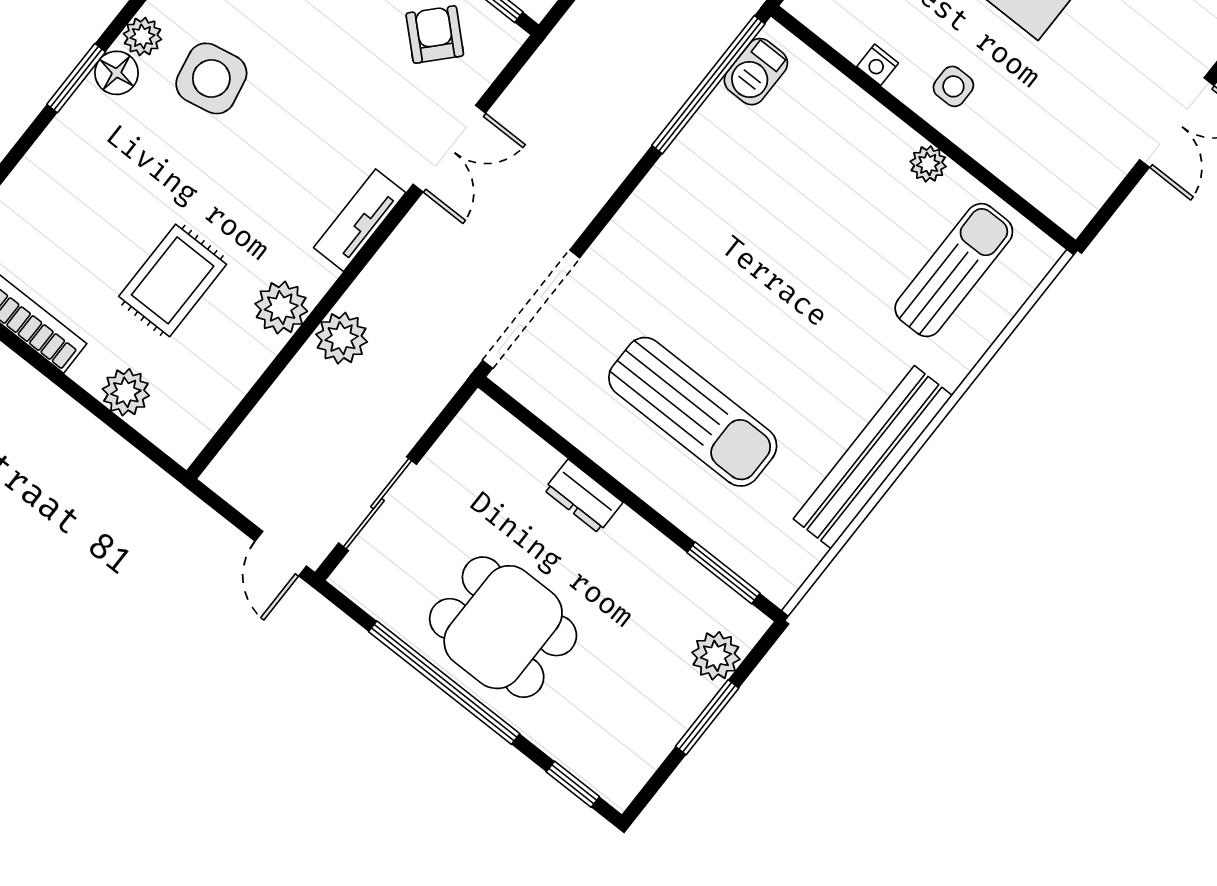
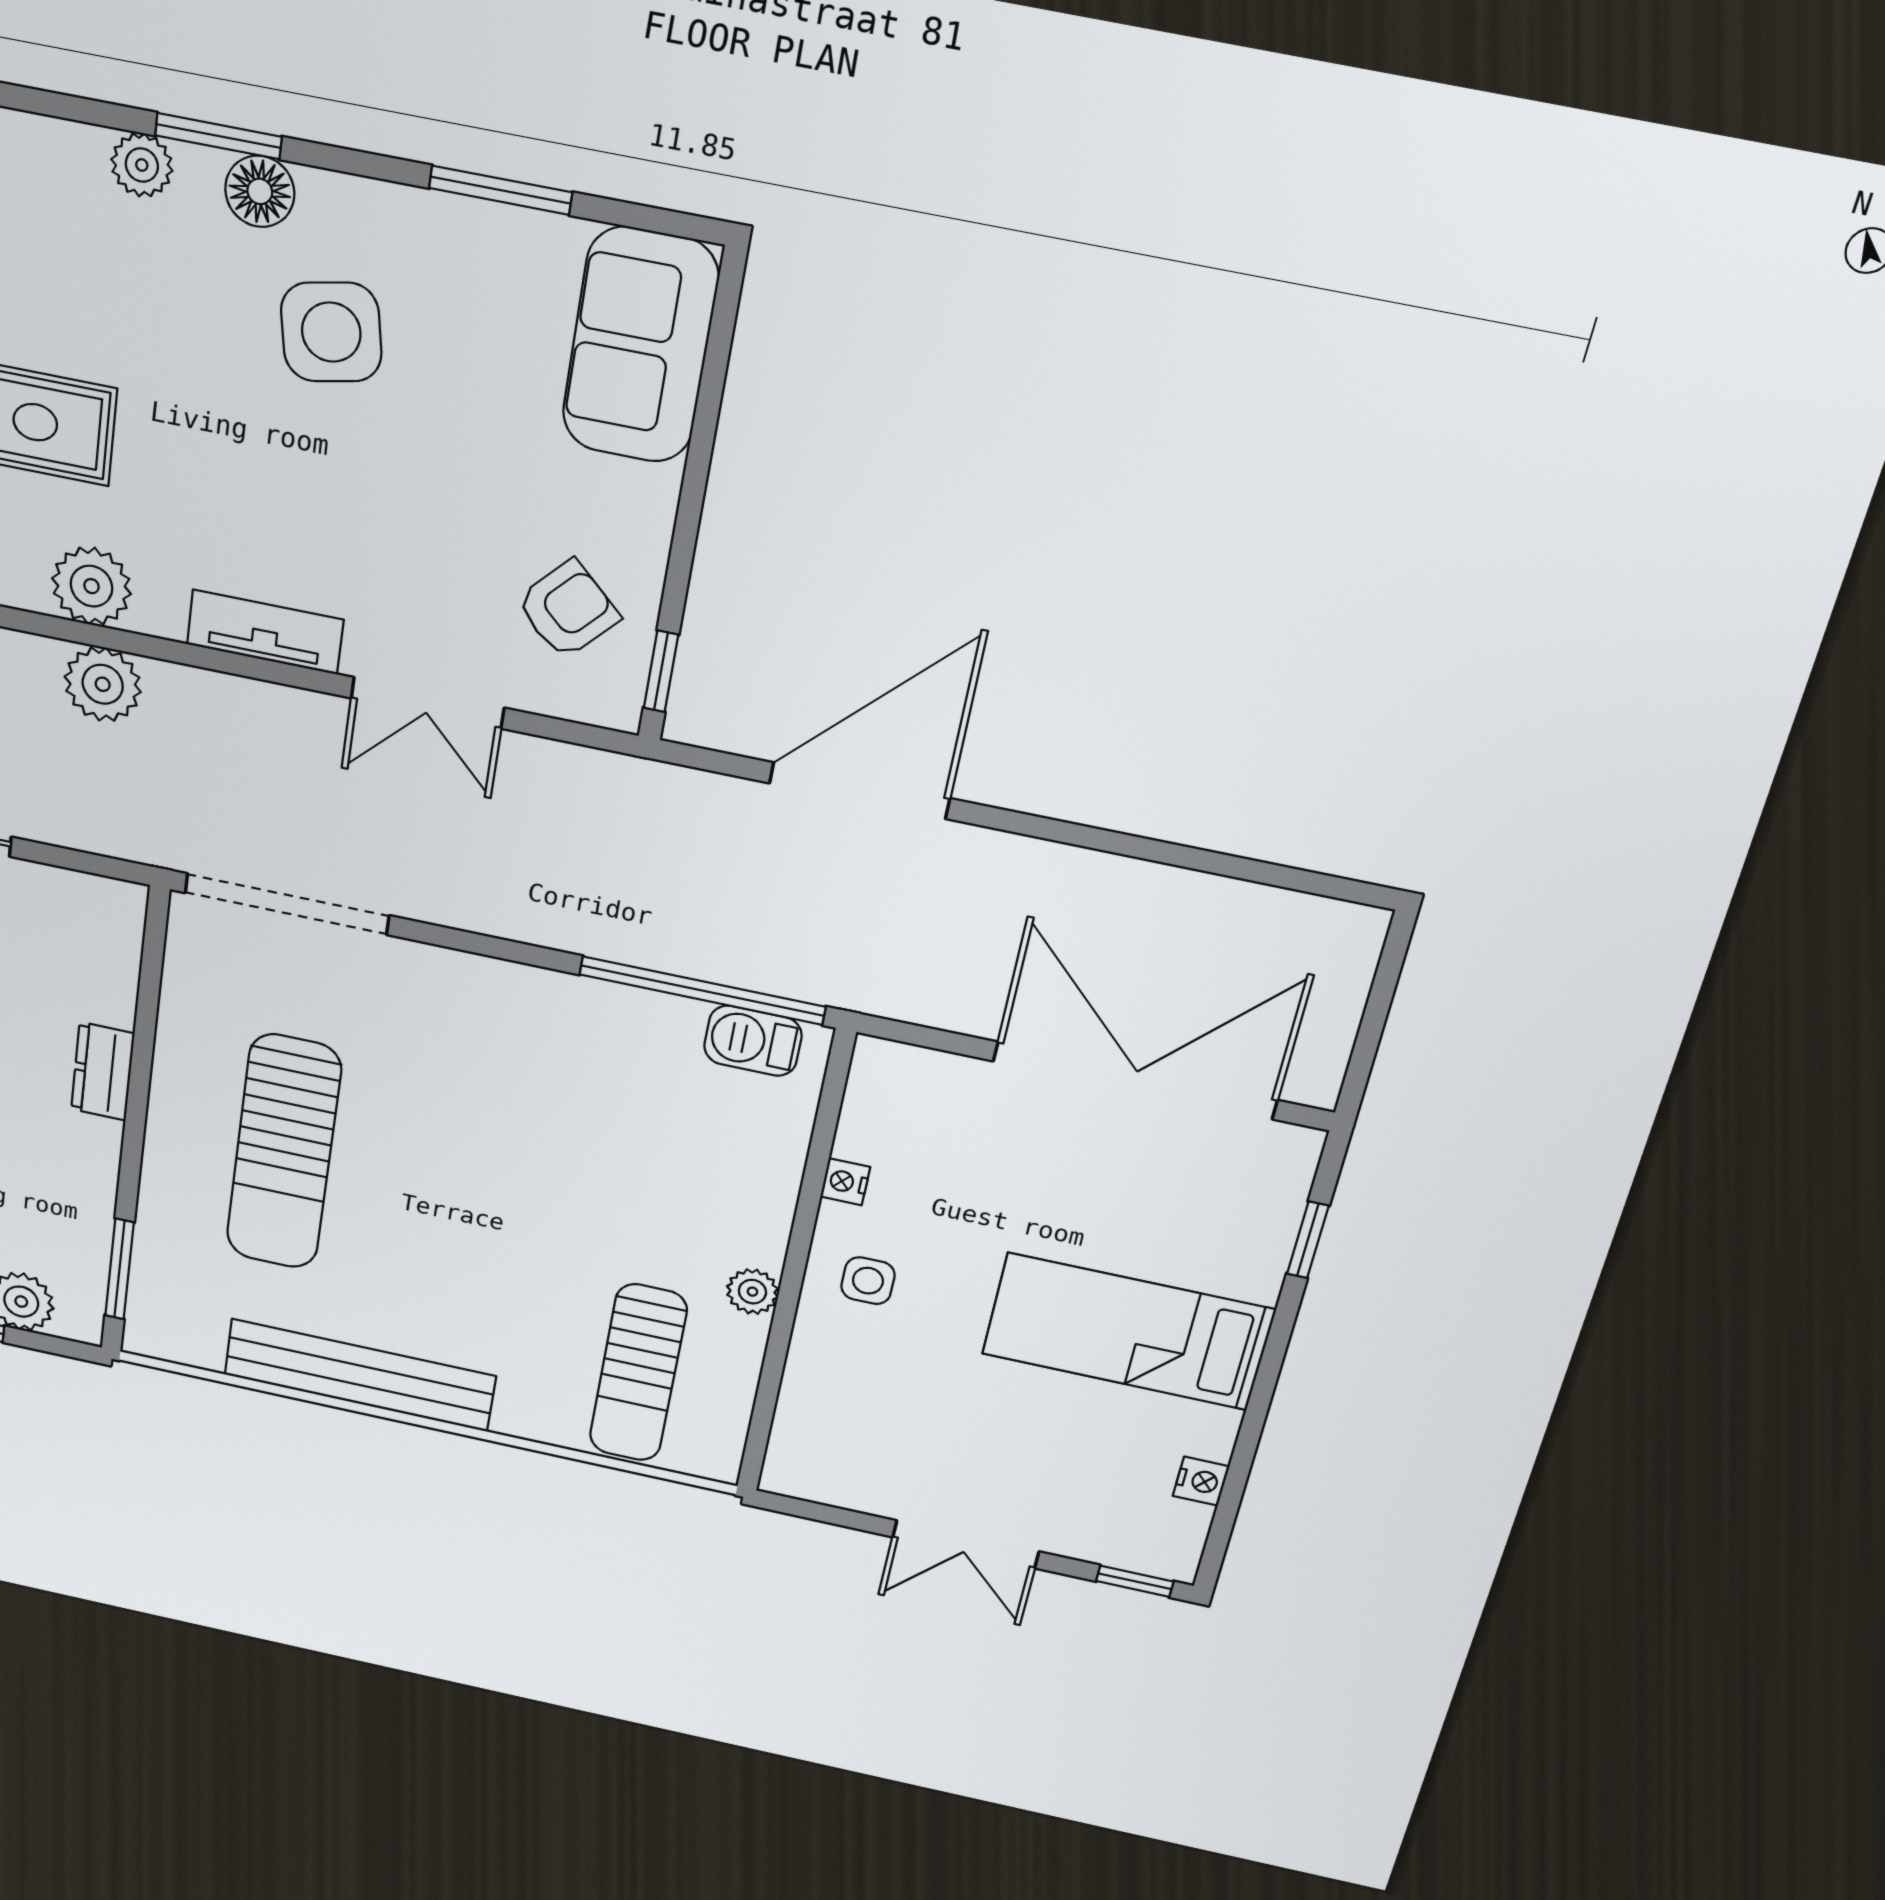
plant: (142, 36) -> (142, 165), moved
sun lounger: (954, 270) -> (638, 1373), turned 90

